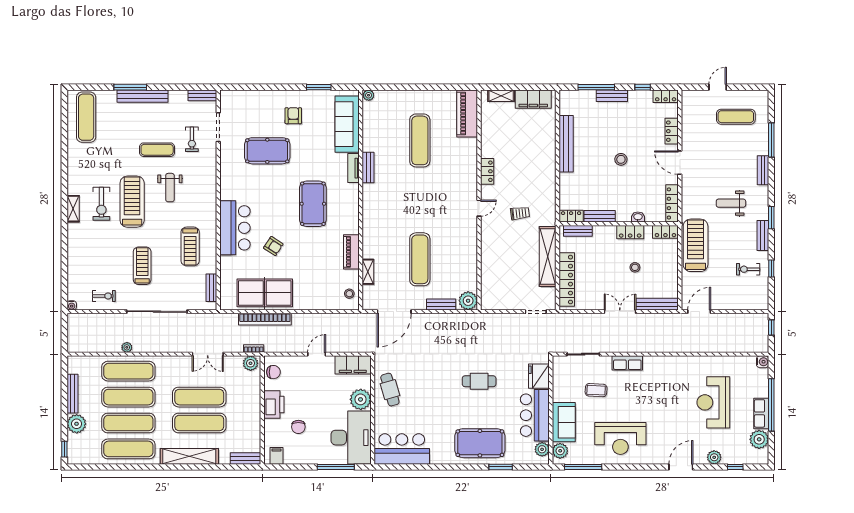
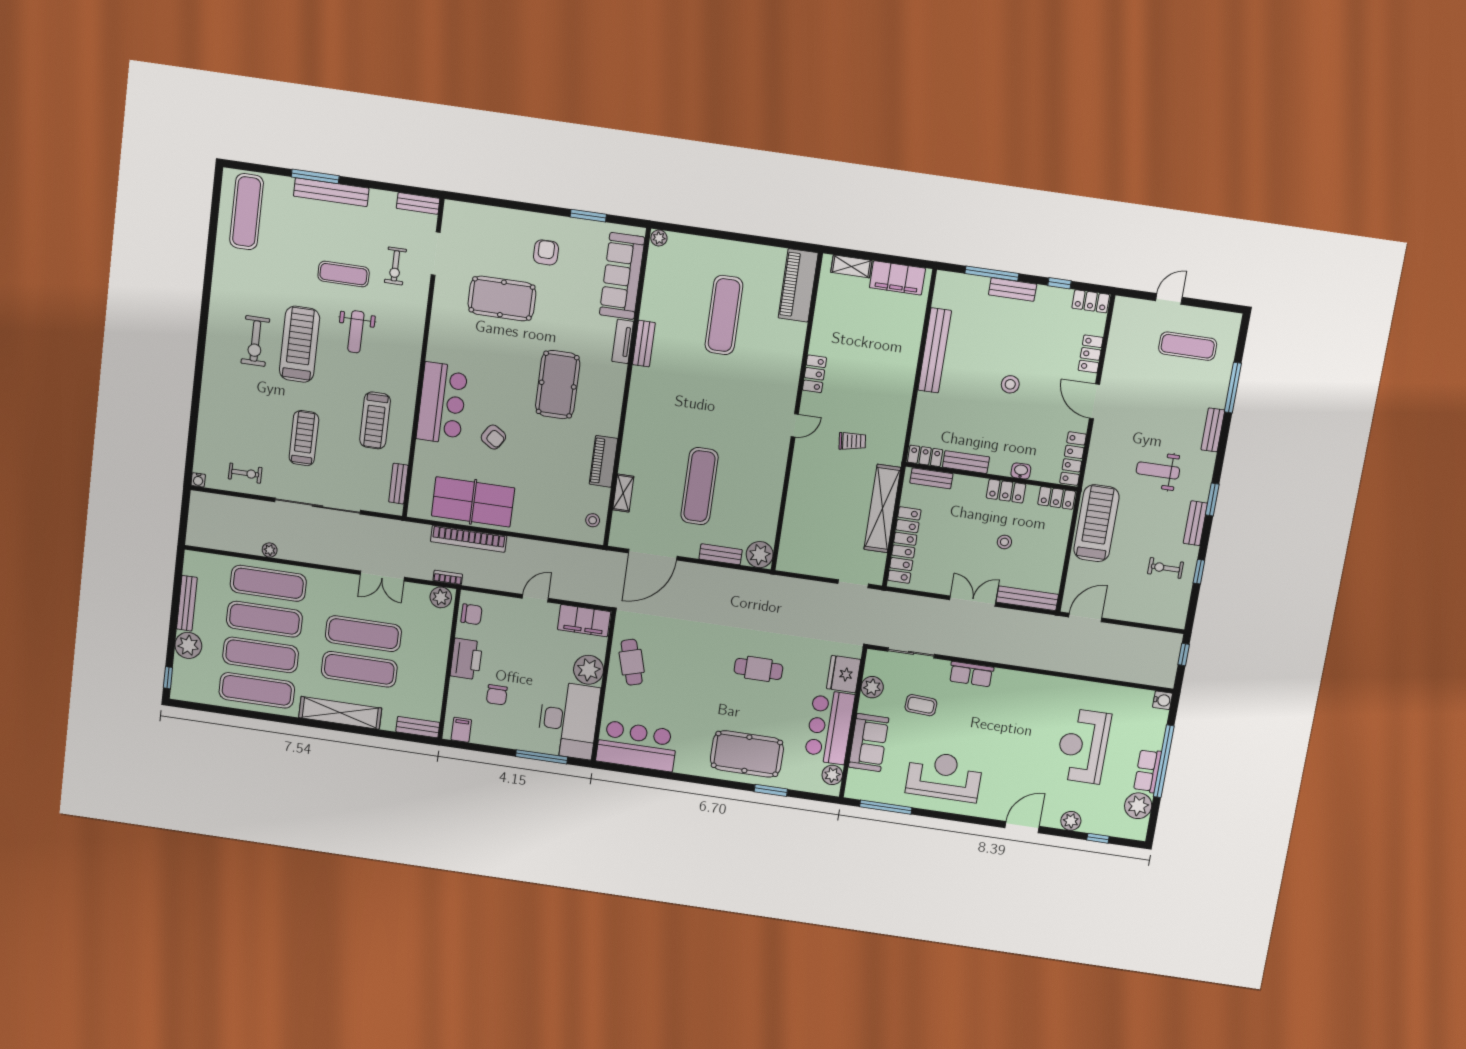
shelving: (73, 209) -> (214, 342), removed
reception desk: (620, 439) -> (944, 776), turned 180
plant: (560, 451) -> (872, 687), moved

